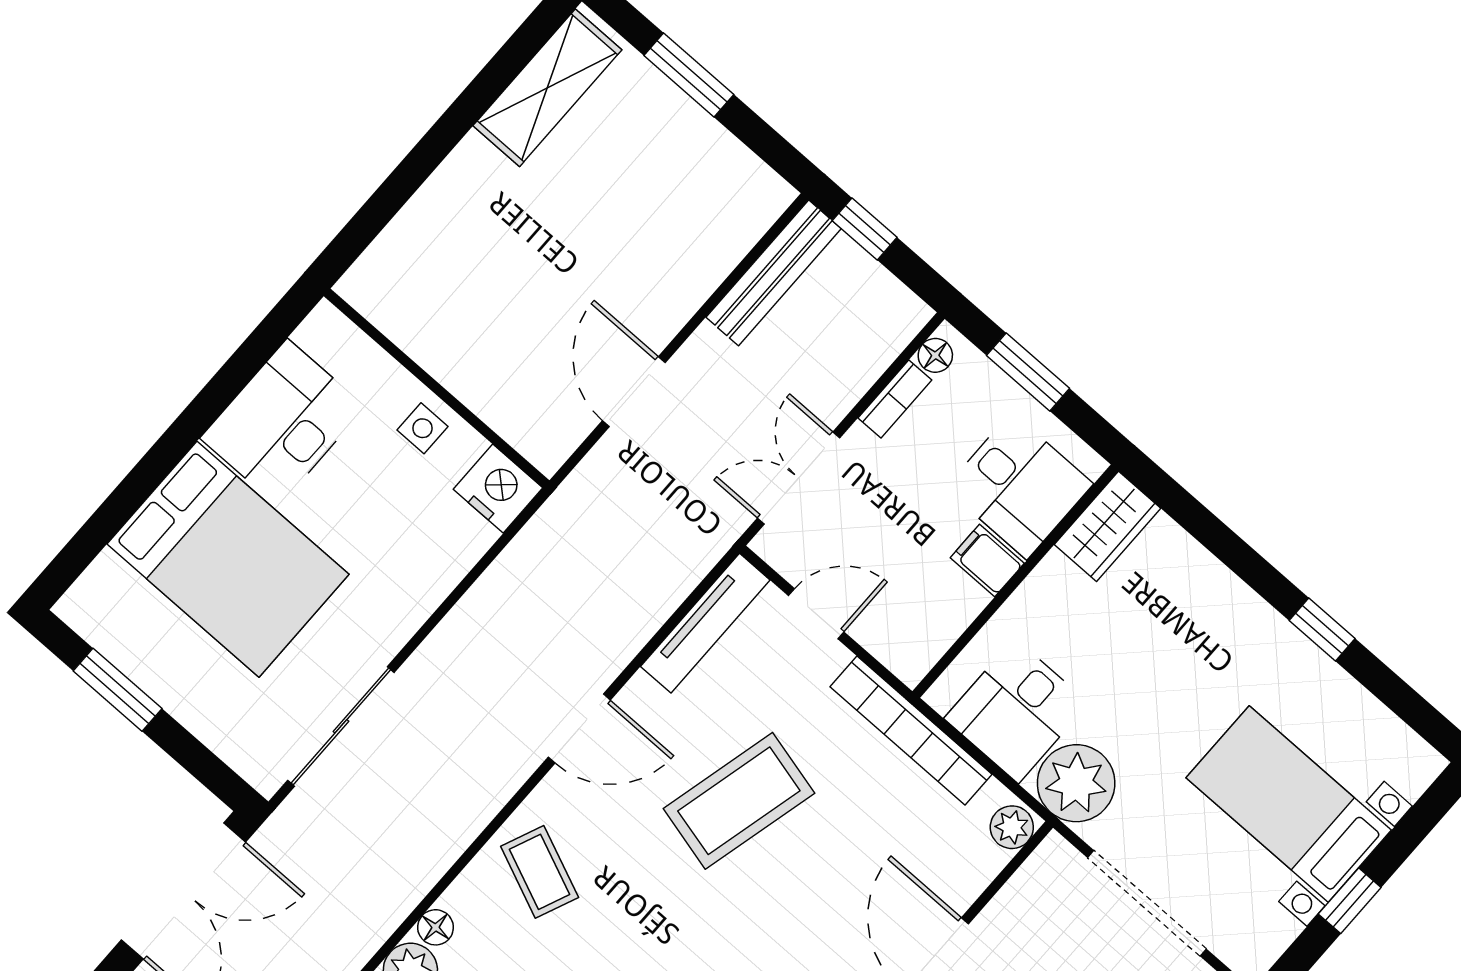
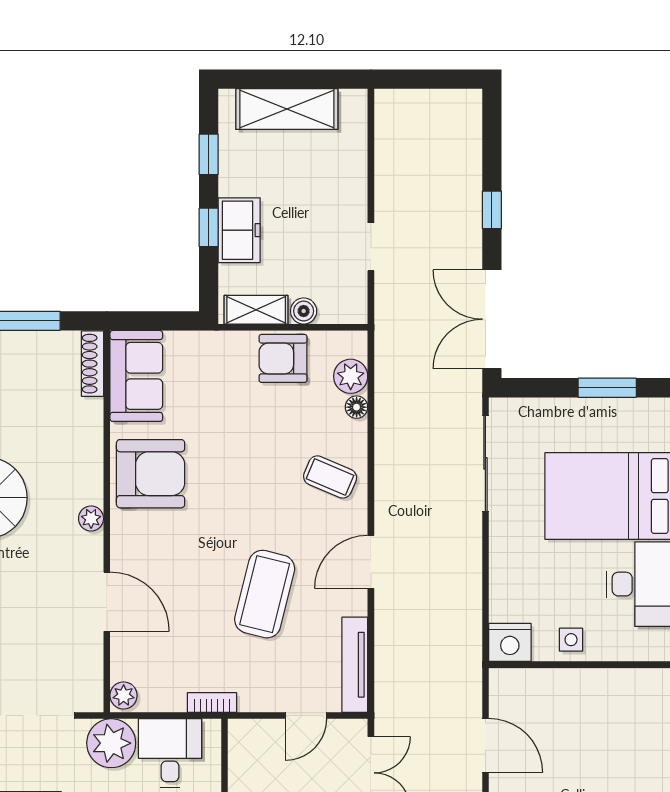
bookcase: (911, 730) -> (212, 703), width x0.43, depth x0.76

